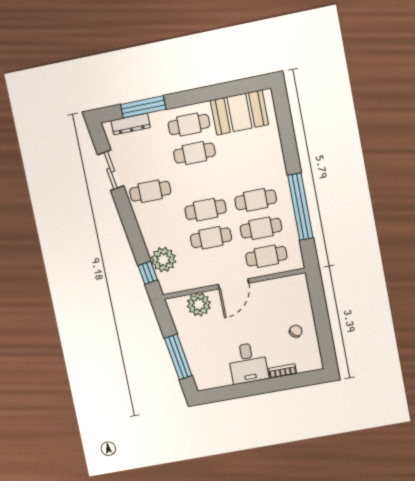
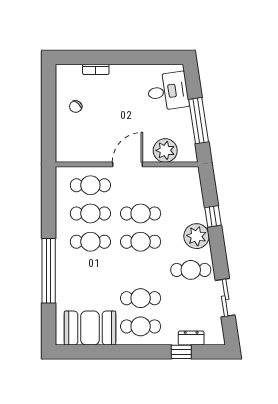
window: (143, 107) -> (181, 352), width x0.46
dresser: (131, 124) -> (191, 338), width x0.70
window: (300, 207) -> (49, 271), moved
plant: (163, 260) -> (196, 236), moved
window: (148, 273) -> (213, 216), moved
window: (178, 357) -> (199, 121), moved
desk: (248, 363) -> (168, 91), moved, turned 81

